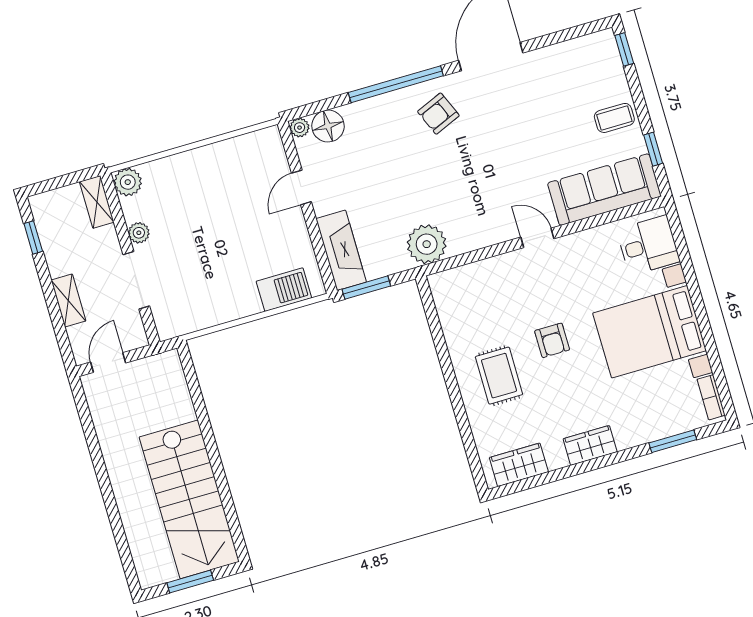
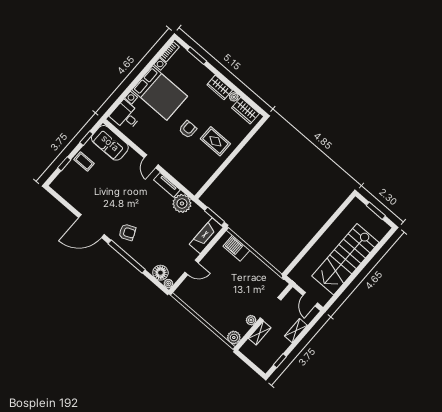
window: (624, 49) -> (64, 164), moved
sofa: (604, 190) -> (110, 143), width x0.73
shelving: (97, 202) -> (260, 333), moved
tv unit: (477, 239) -> (167, 185), added
door: (108, 363) -> (310, 299), hinge flipped
rug: (499, 376) -> (215, 141), turned 90
plant: (557, 460) -> (234, 97), added
stairs: (189, 499) -> (345, 259), moved, turned 180

